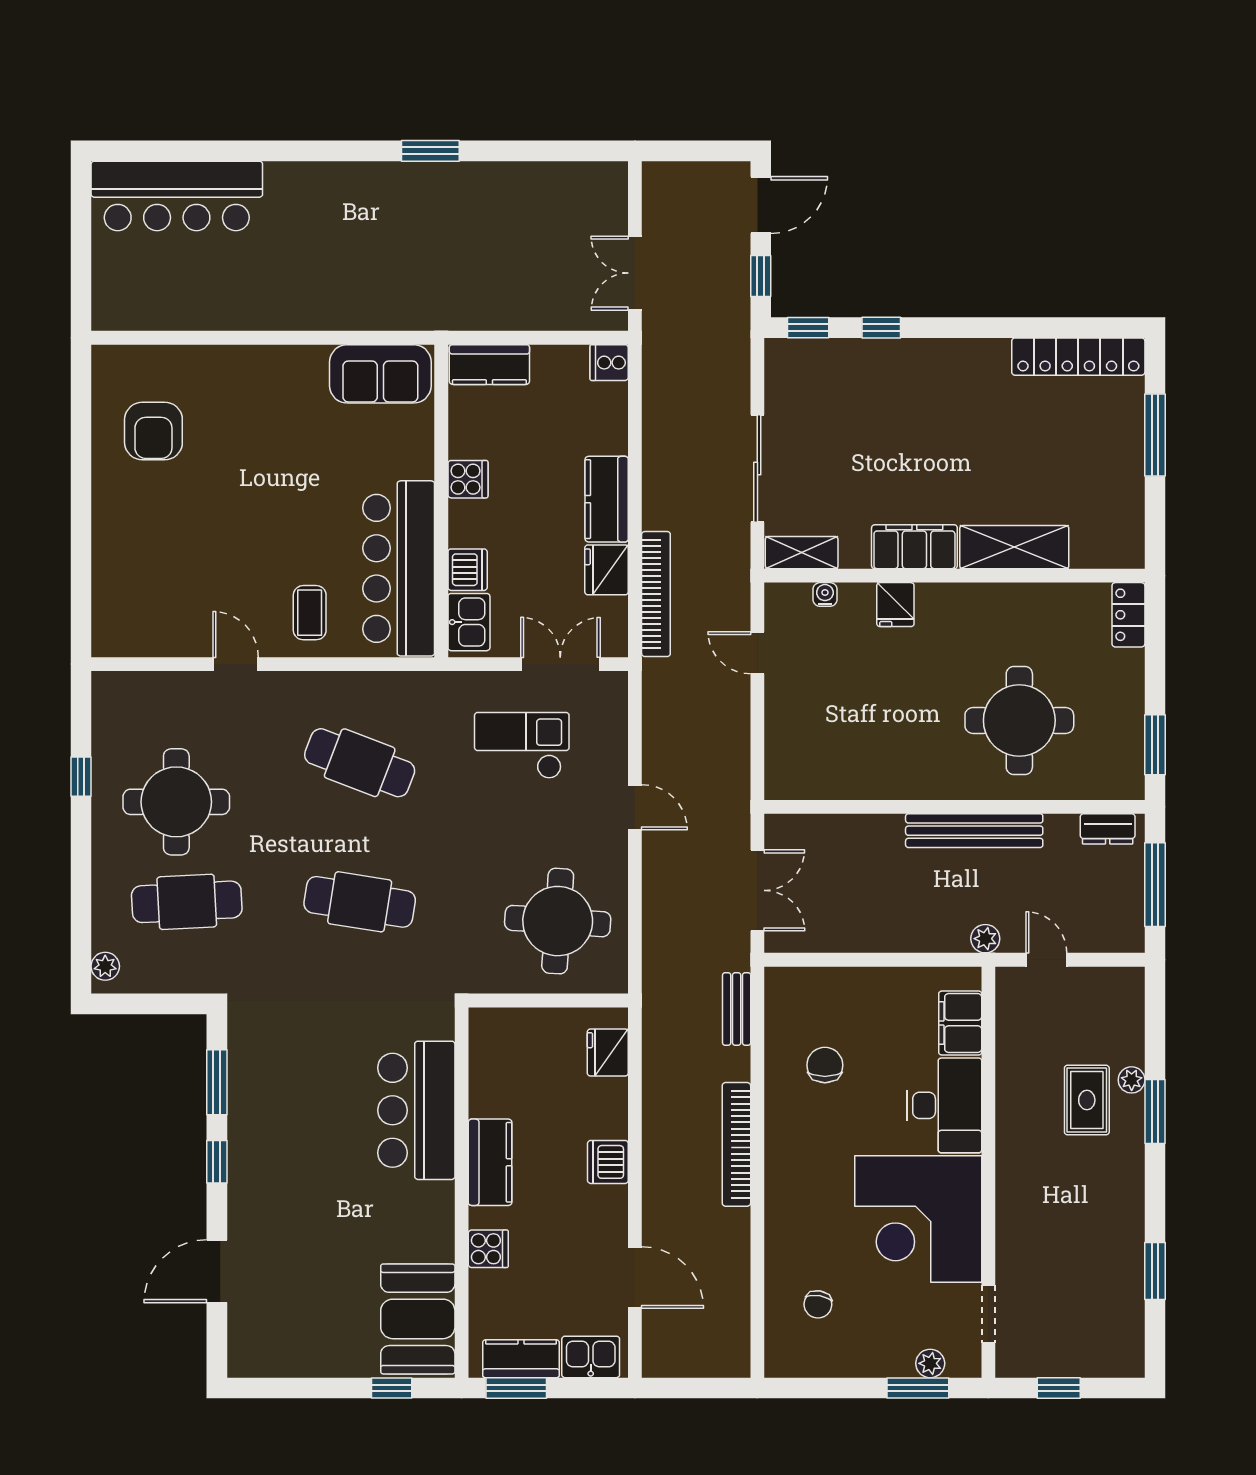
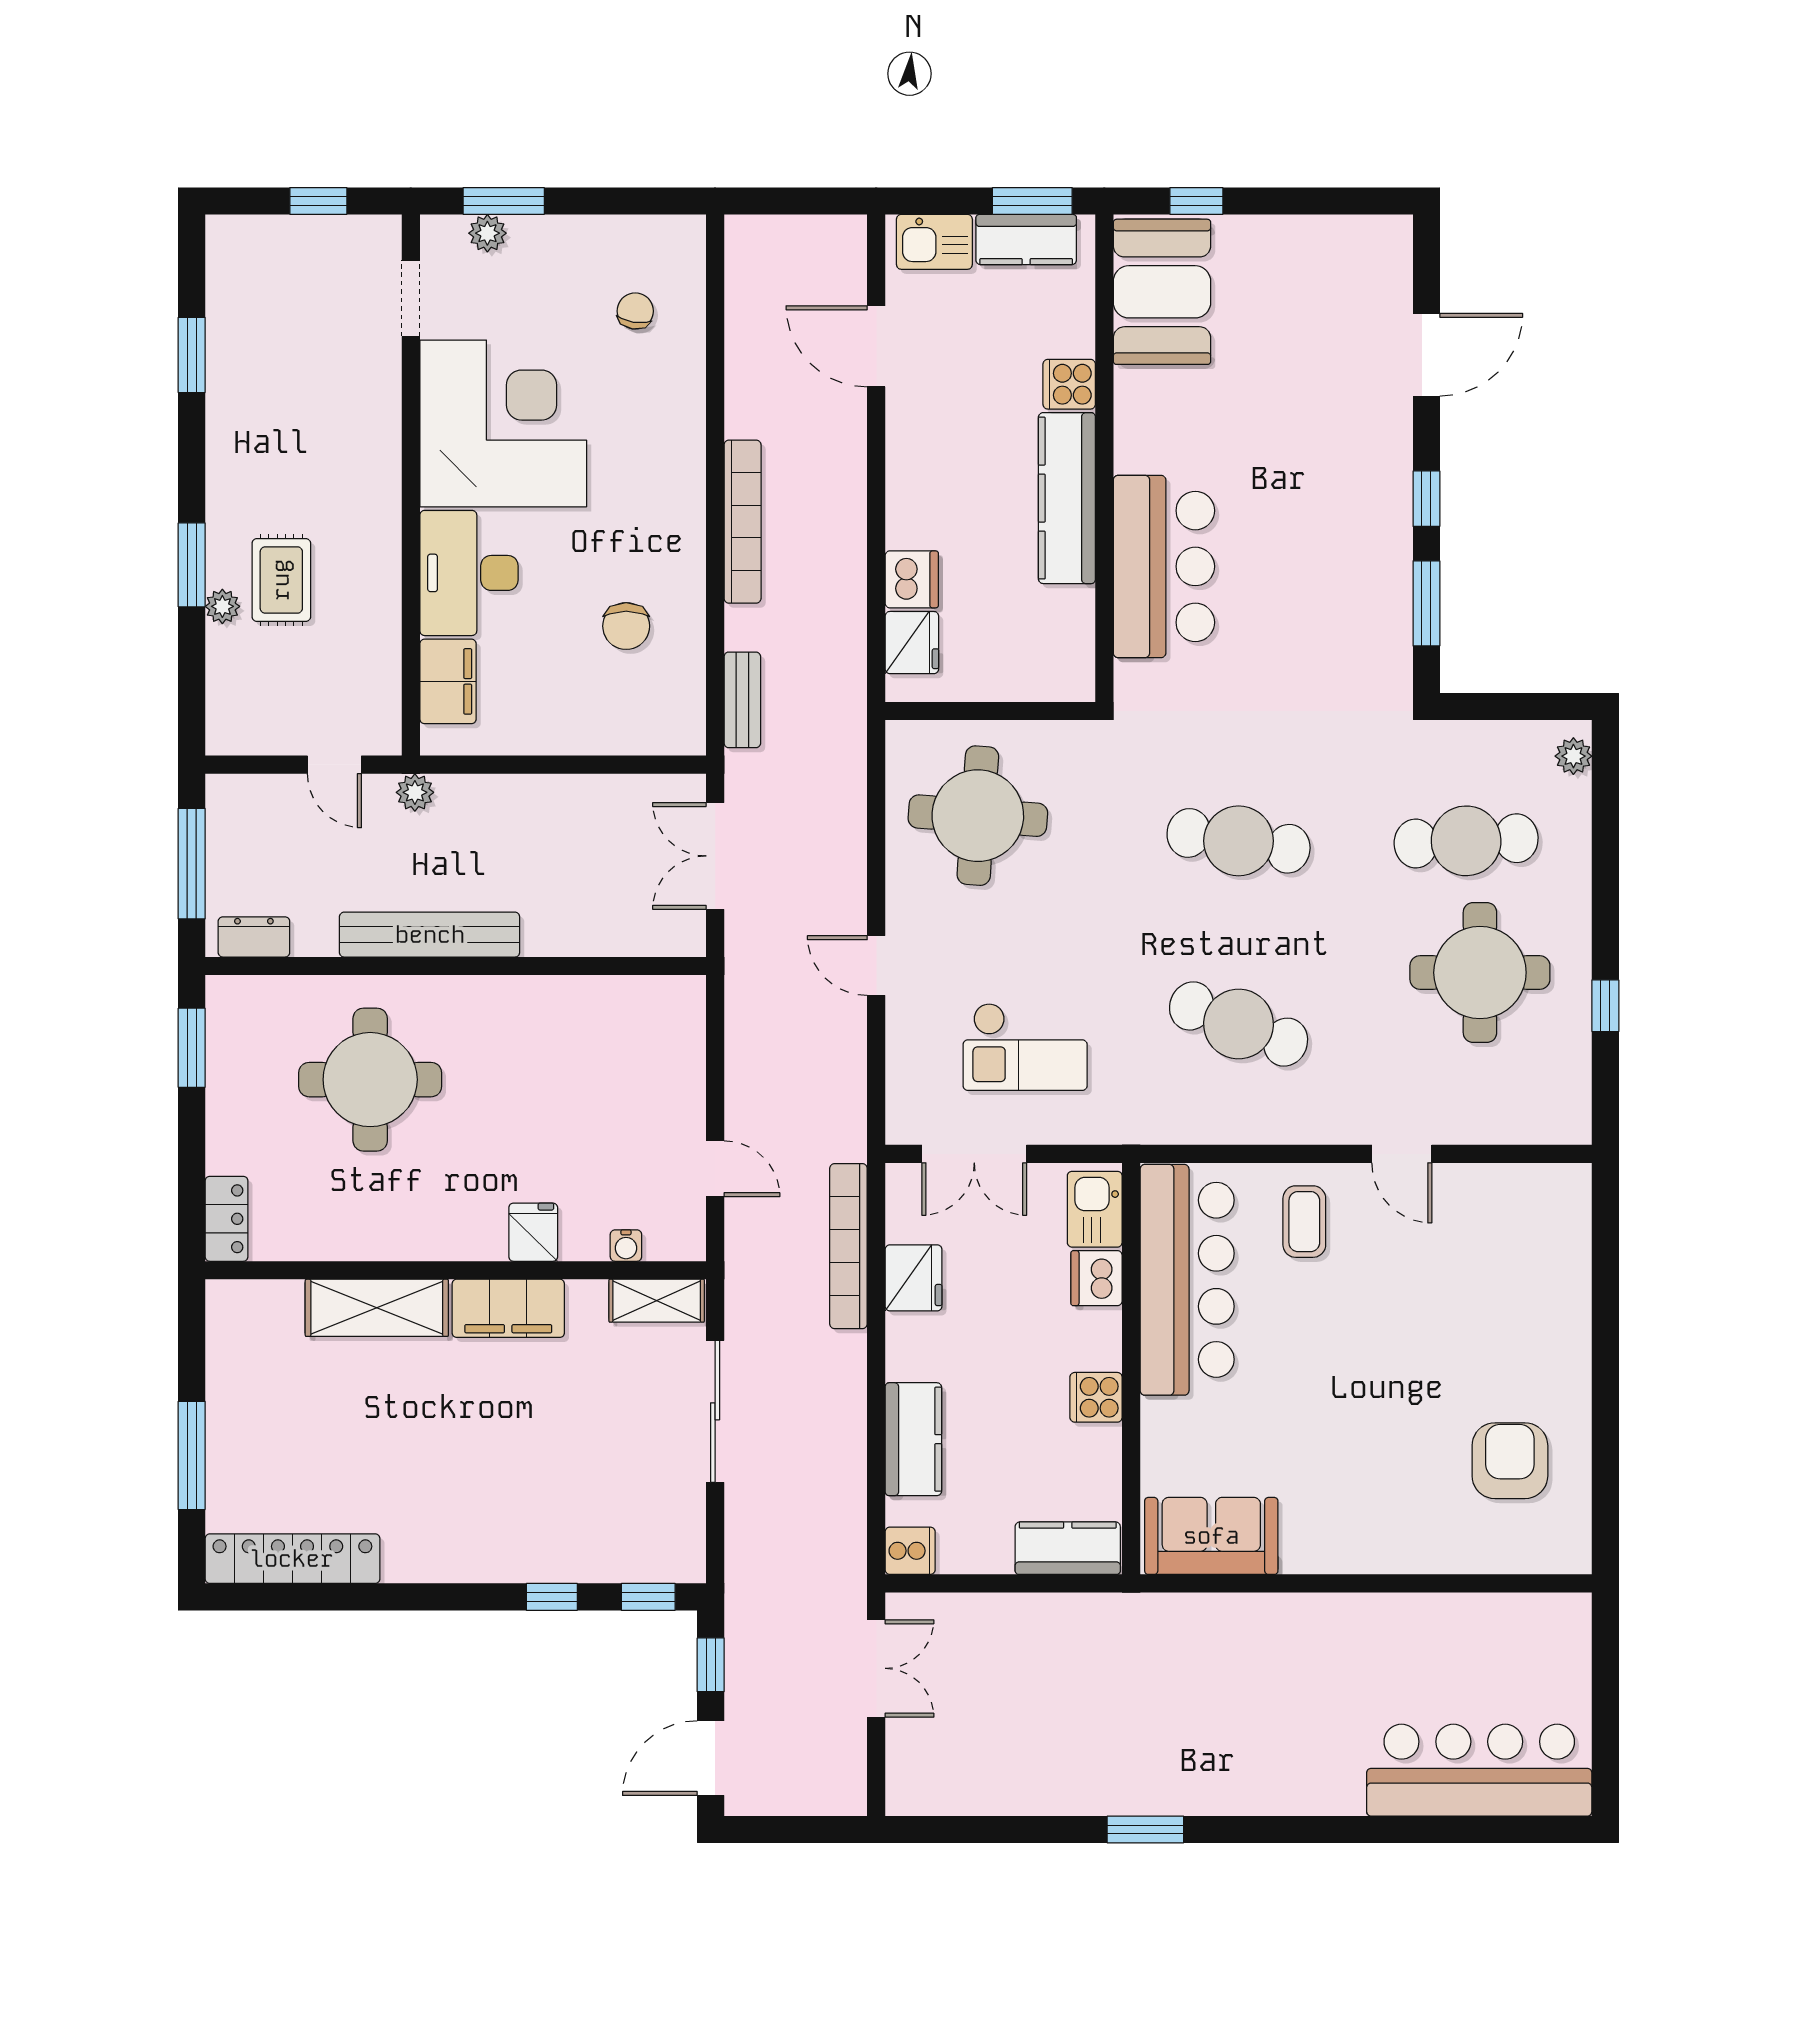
kitchen counter: (607, 499) -> (913, 1439), moved
kitchen counter: (490, 1162) -> (1067, 498), width x1.50
dishwasher: (608, 1162) -> (912, 579), moved

